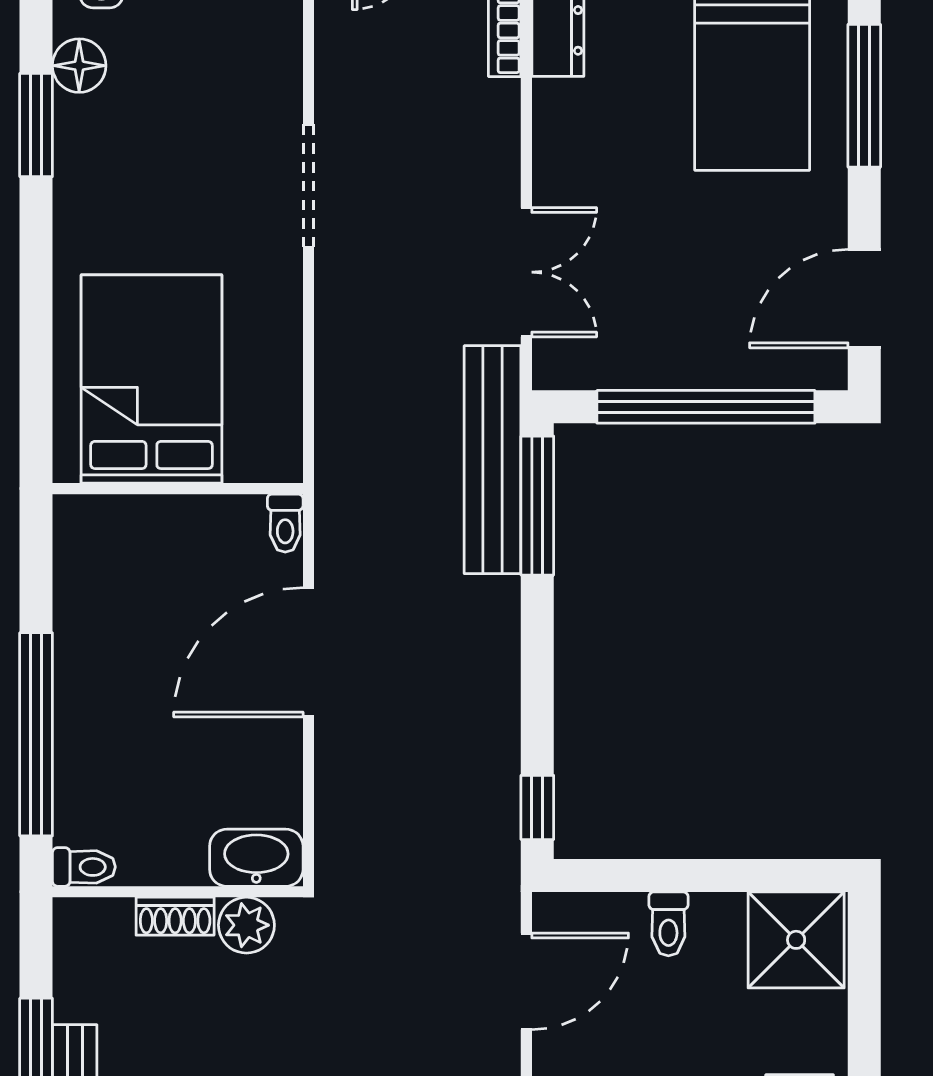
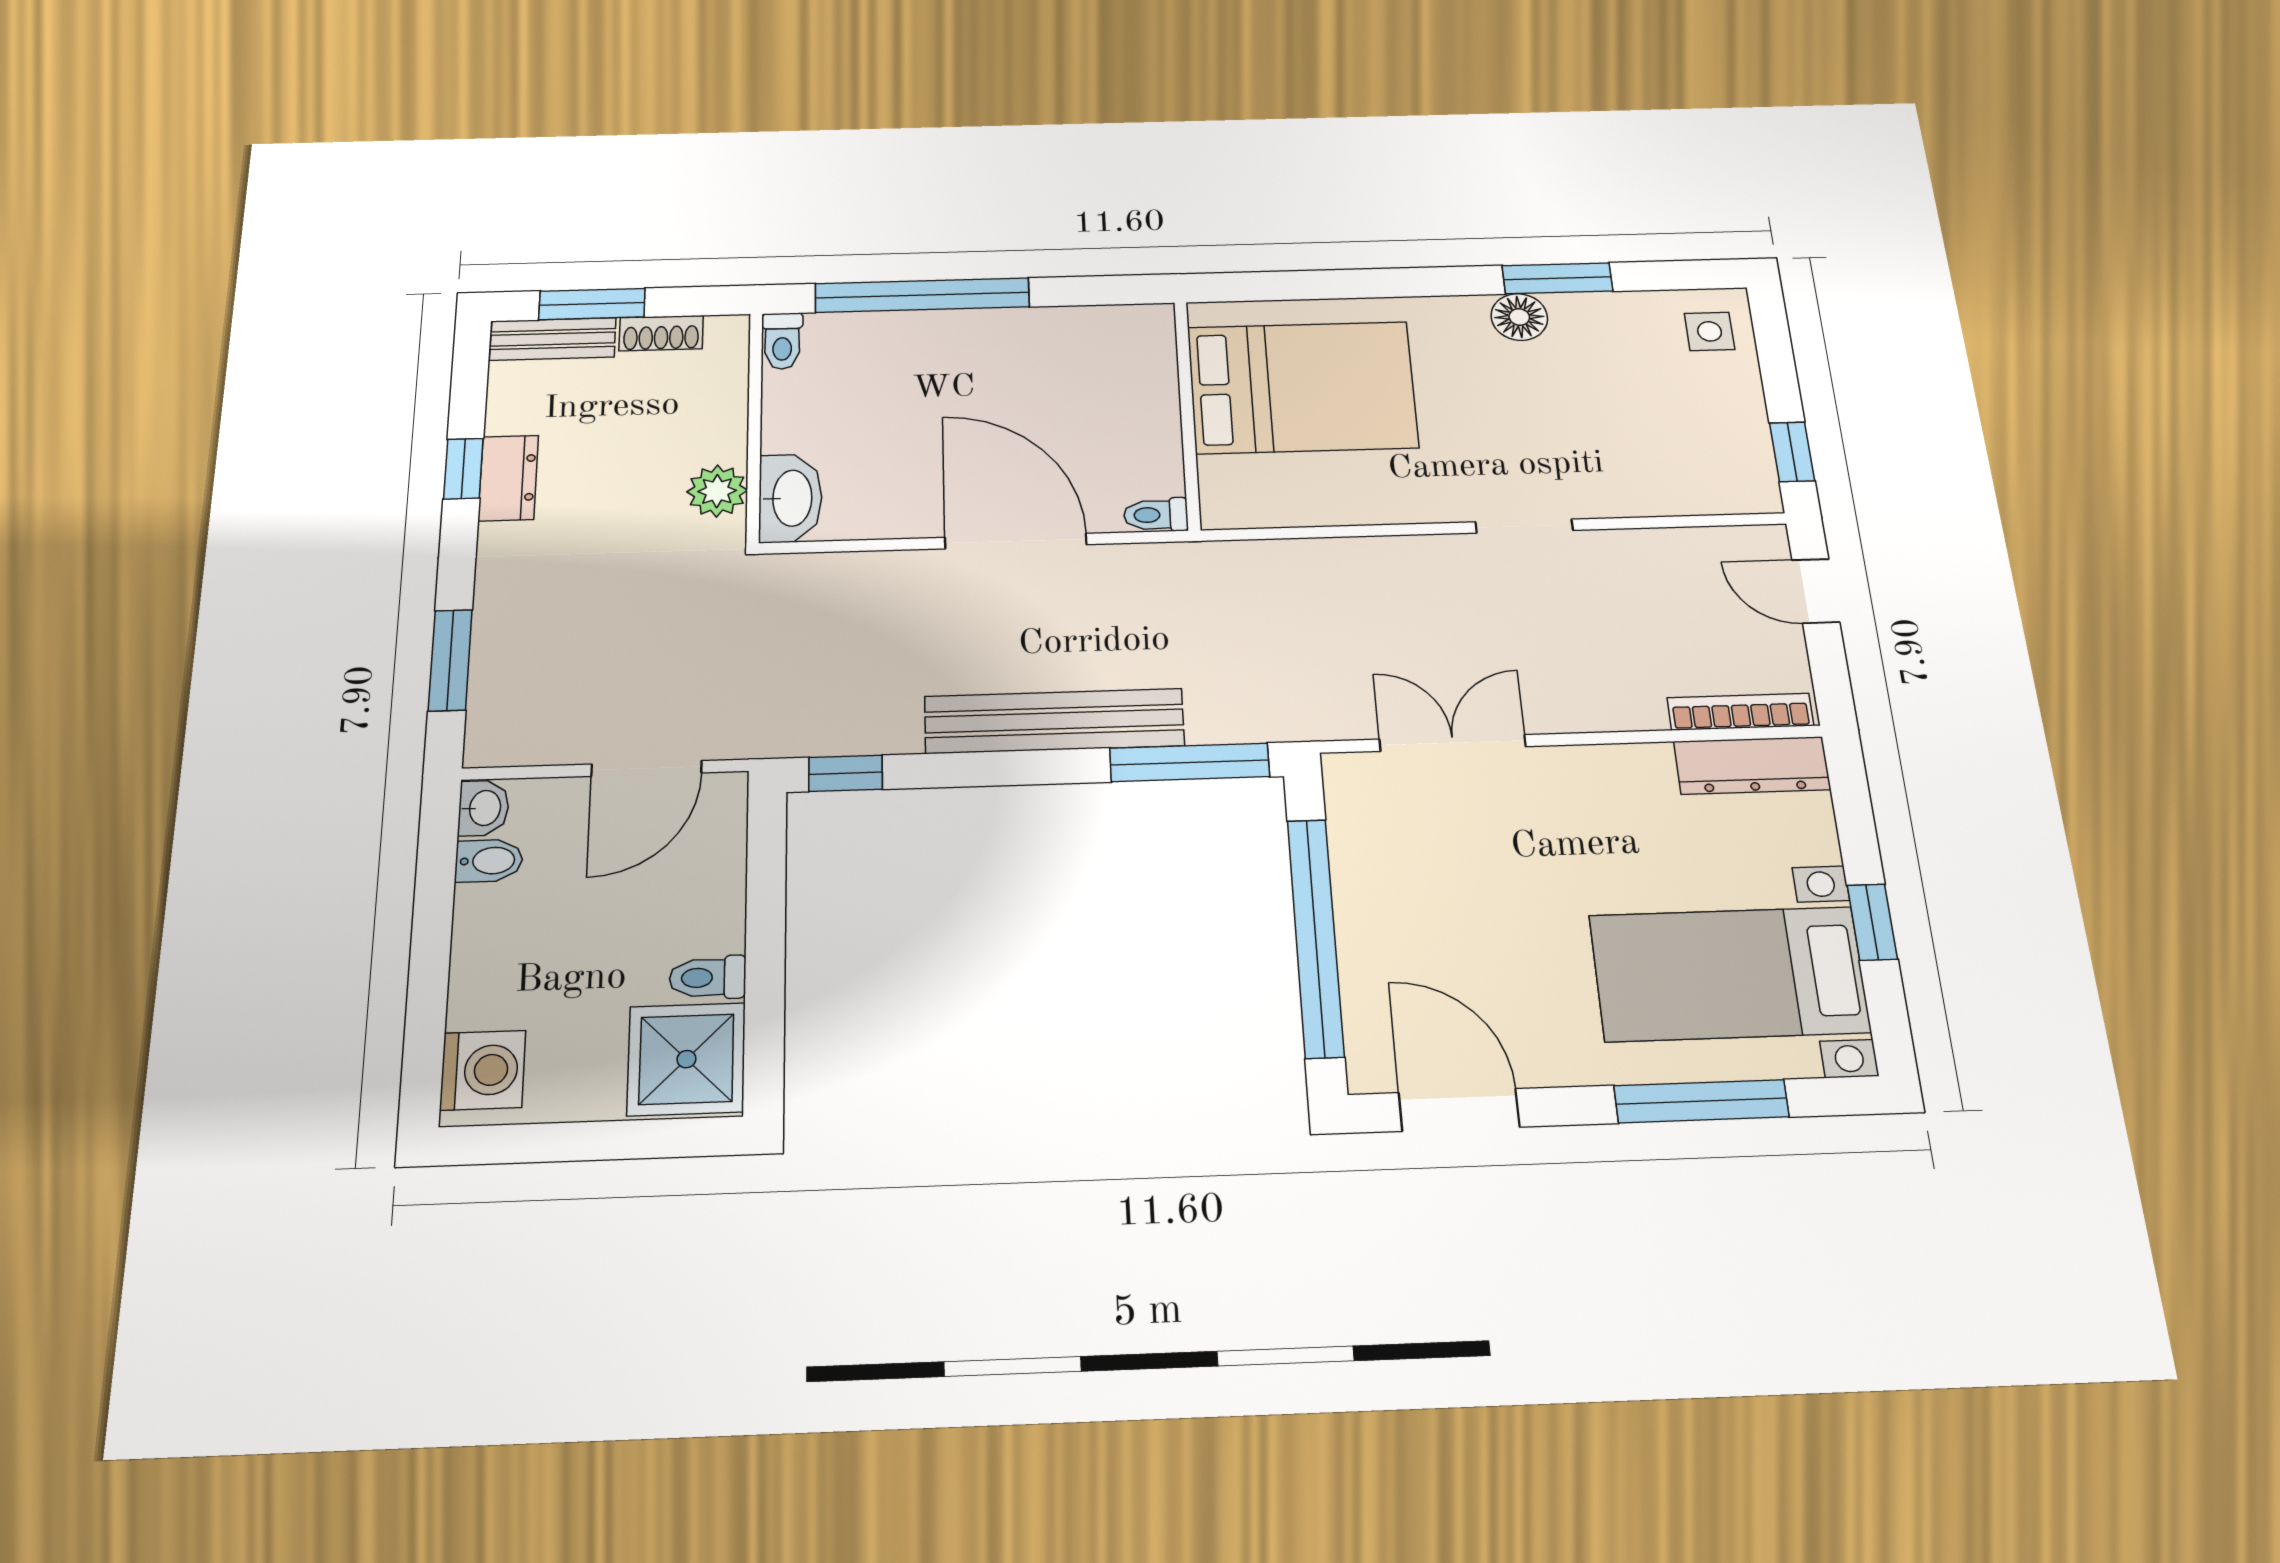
floor lamp: (79, 66) -> (1519, 317), moved
doorway: (308, 186) -> (1524, 526), width x0.73
double door: (526, 272) -> (1453, 743), swing flipped
bench: (493, 460) -> (1054, 721), moved
shoe rack: (175, 916) -> (661, 333), moved, turned -90
toilet: (668, 924) -> (708, 978), moved
door: (526, 981) -> (646, 768), hinge flipped

